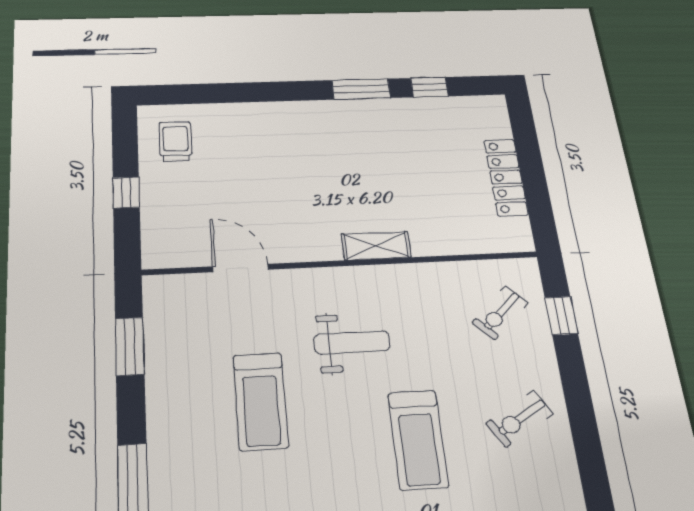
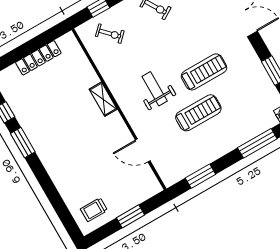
window: (126, 193) -> (131, 216), width x1.50
door: (241, 268) -> (143, 150), hinge flipped
treadmill: (418, 440) -> (204, 72), moved

